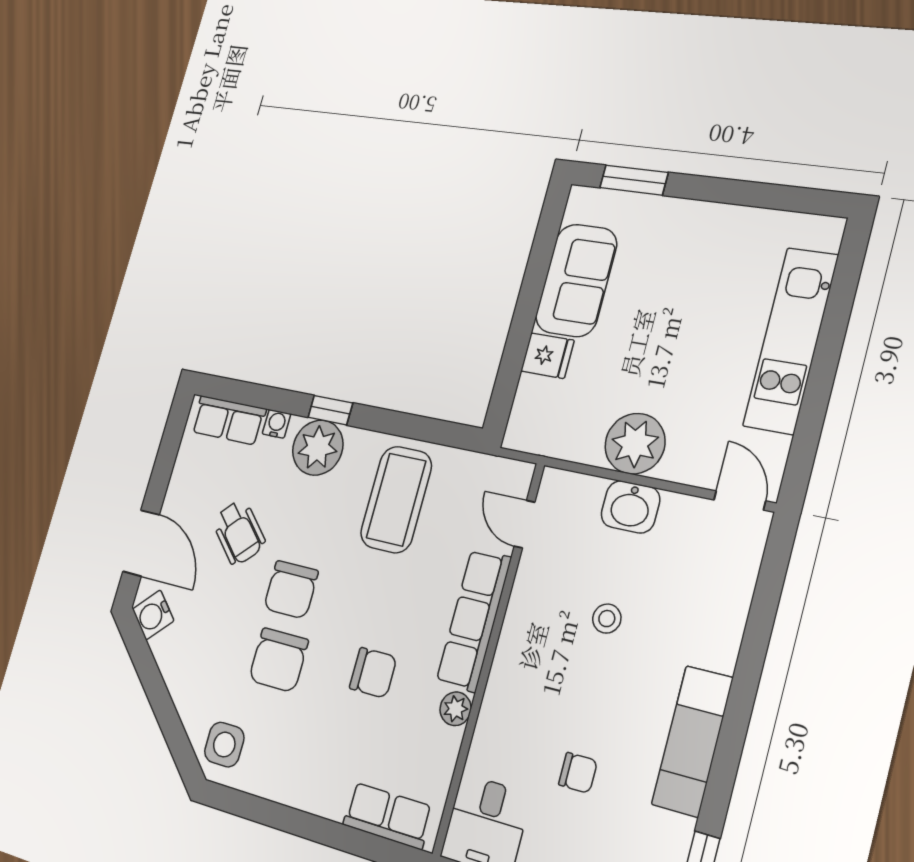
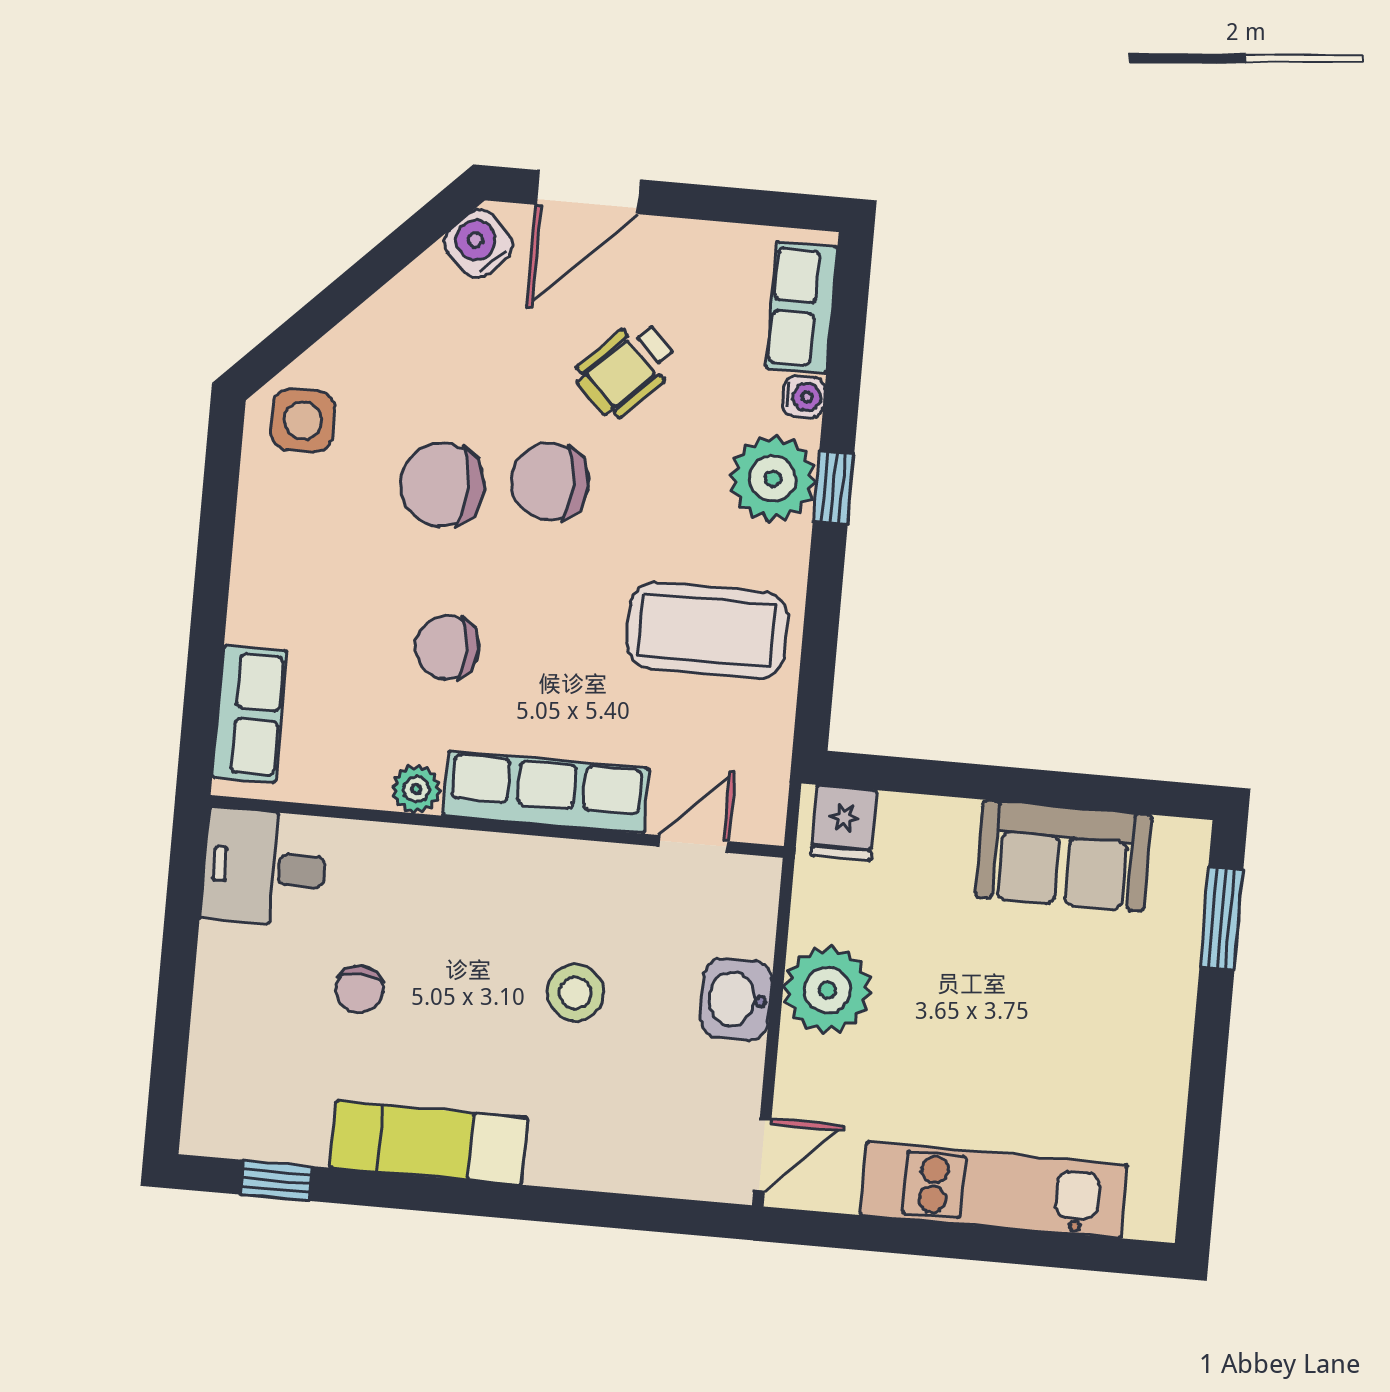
fridge: (547, 356) -> (844, 823), moved
stool: (607, 619) -> (576, 993), width x1.37, depth x1.37
chair: (373, 673) -> (447, 647), turned 90

